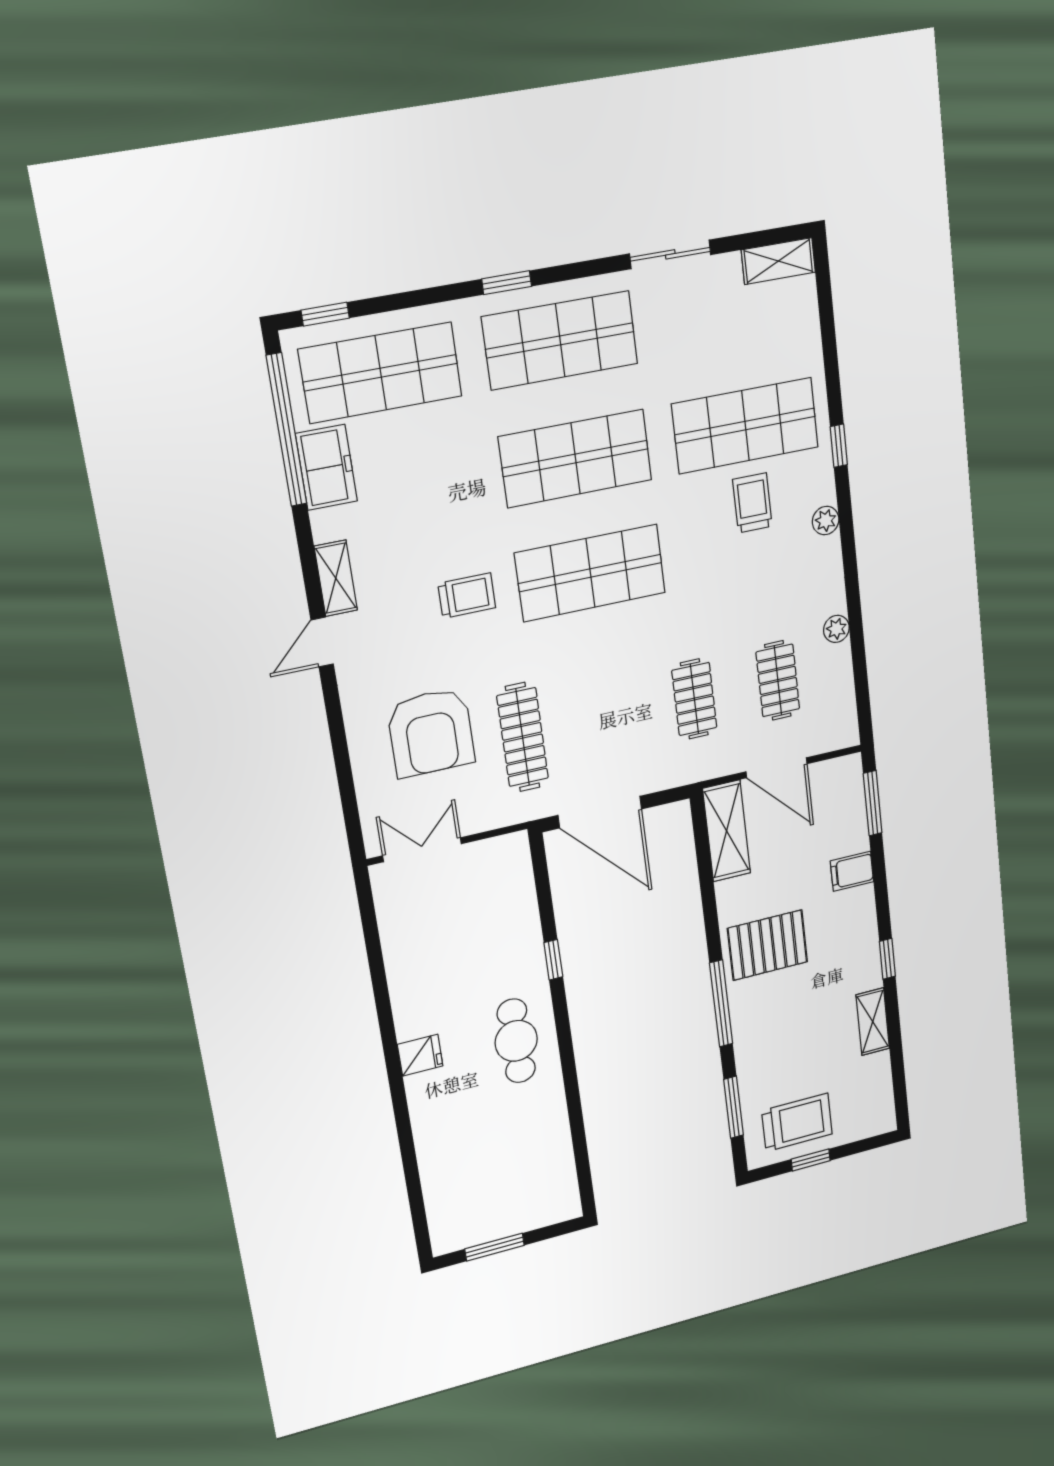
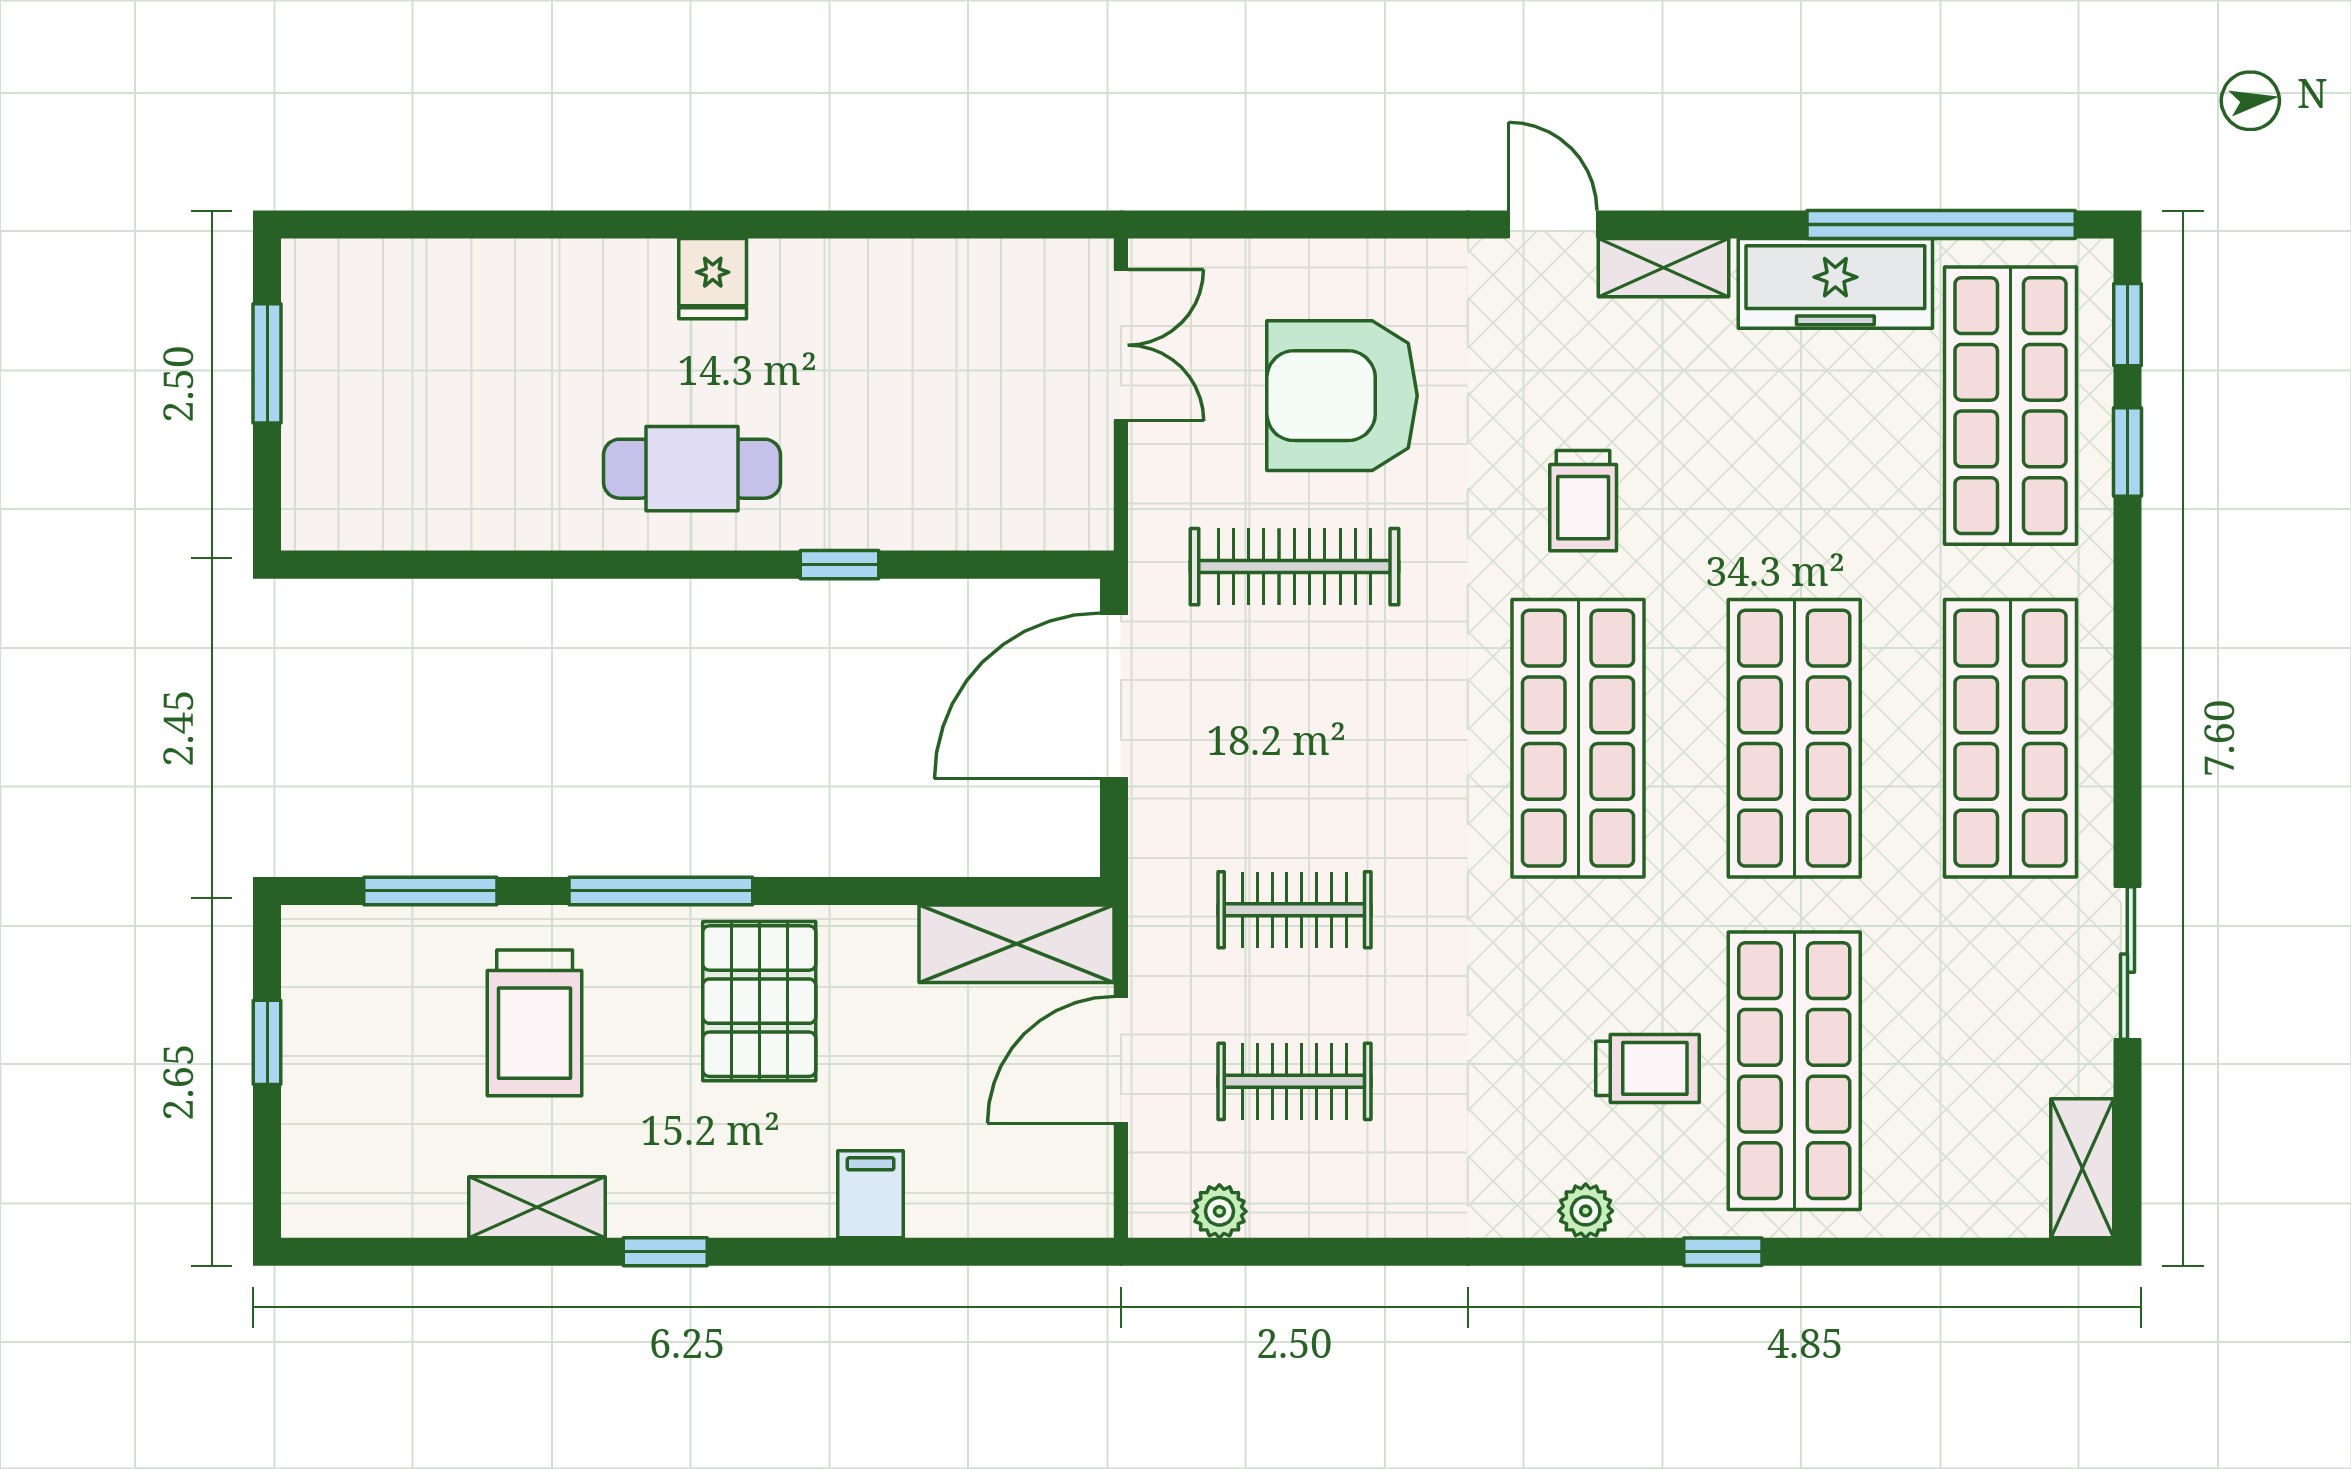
window: (507, 283) -> (2127, 452), moved
freezer: (326, 467) -> (1835, 283), width x1.40
plant: (836, 629) -> (1219, 1211), moved
window: (873, 803) -> (1002, 1252), removed
trolley: (797, 1122) -> (535, 1023), moved

